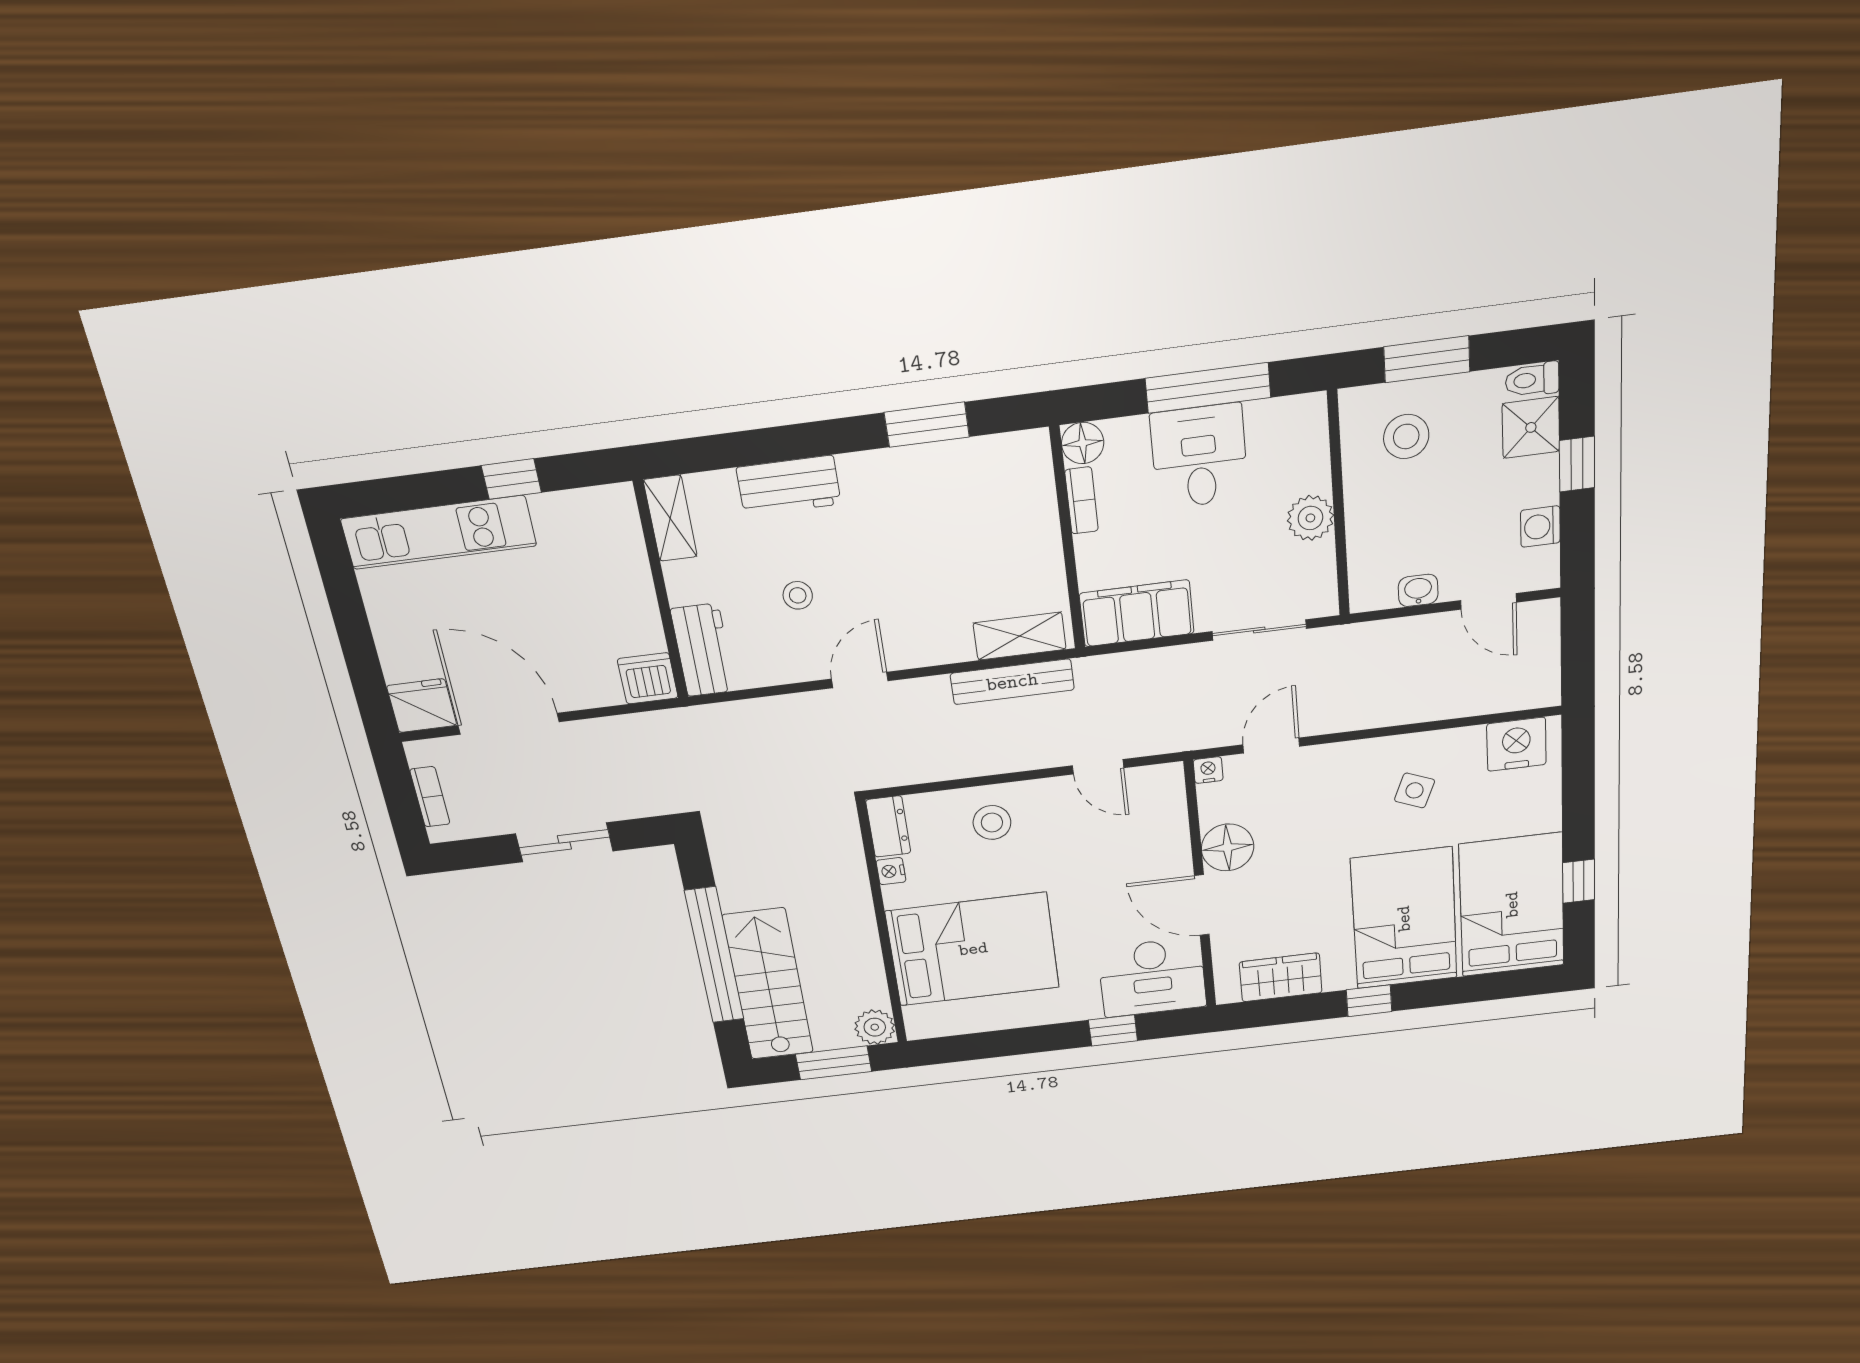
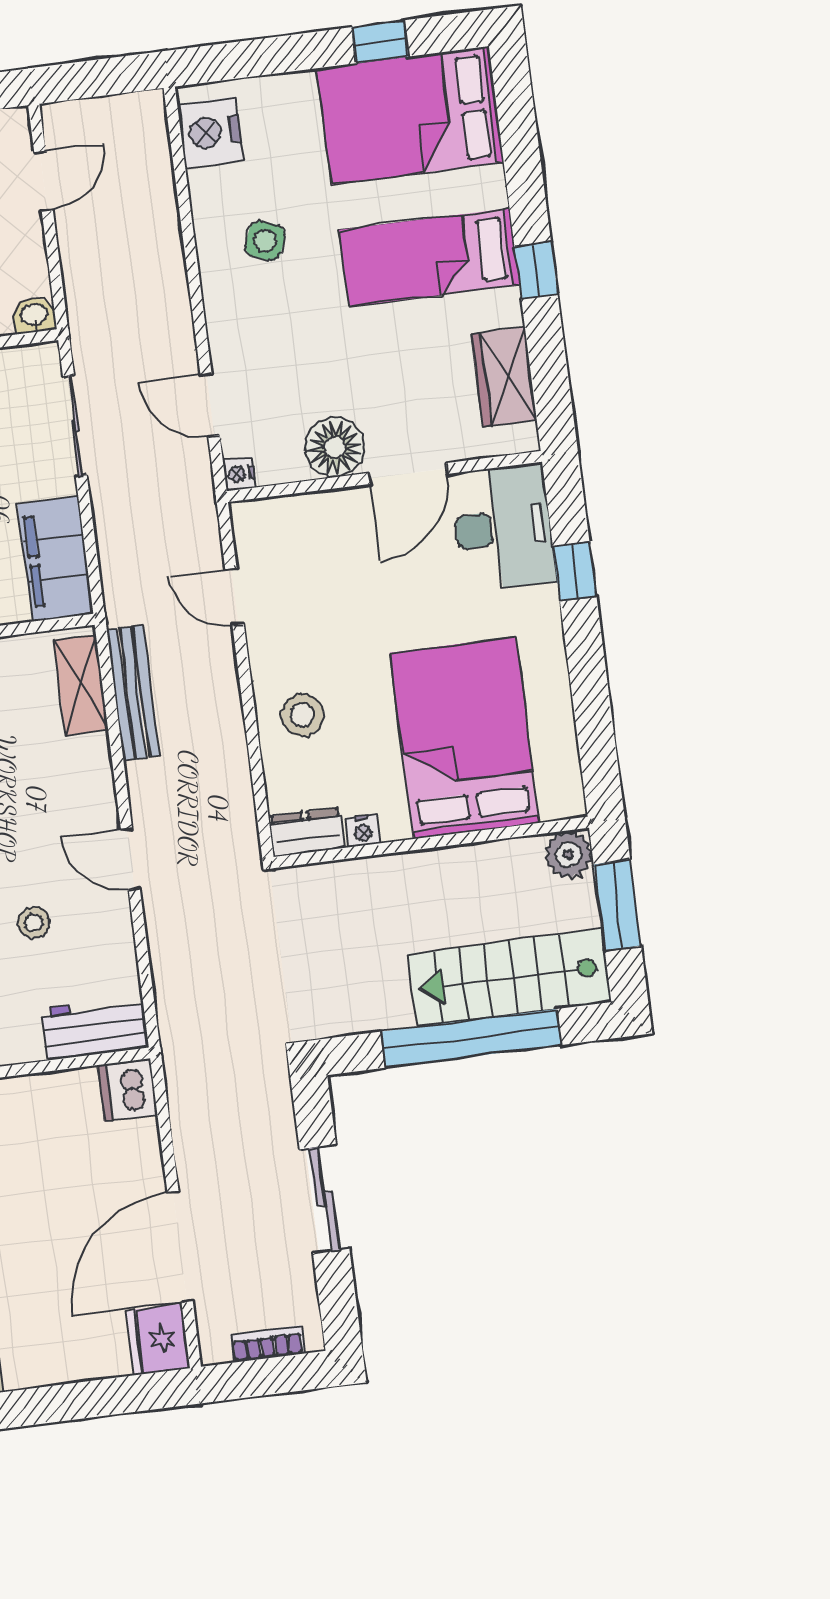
washbasin: (1418, 590) -> (34, 315), moved, turned 90
door: (1098, 767) -> (235, 597), swing flipped
bed: (1404, 919) -> (430, 257), width x0.67

